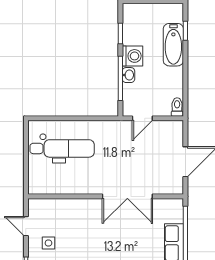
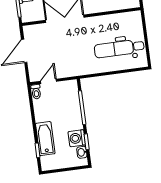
washing machine: (132, 56) -> (77, 138), moved
washbasin: (128, 75) -> (82, 152), moved
door: (142, 118) -> (49, 81), moved

